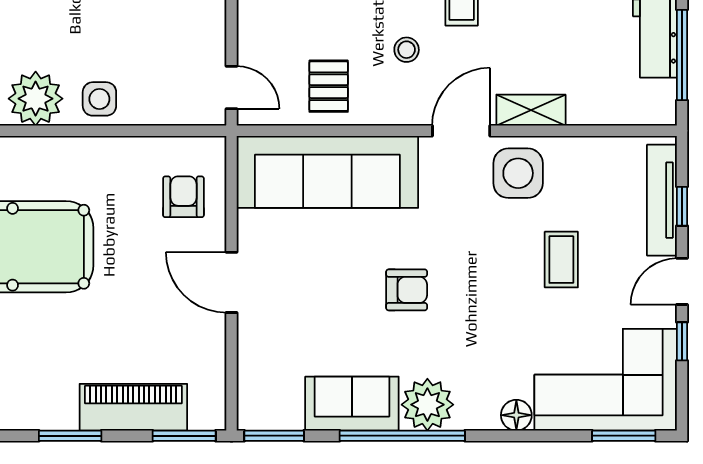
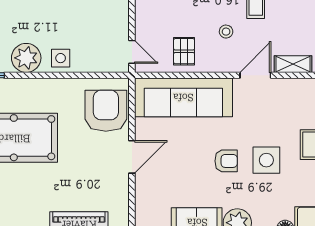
side table: (518, 173) -> (266, 160), moved
armchair: (183, 197) -> (106, 111), width x1.88, depth x1.88
door: (232, 282) -> (132, 157), swing flipped

